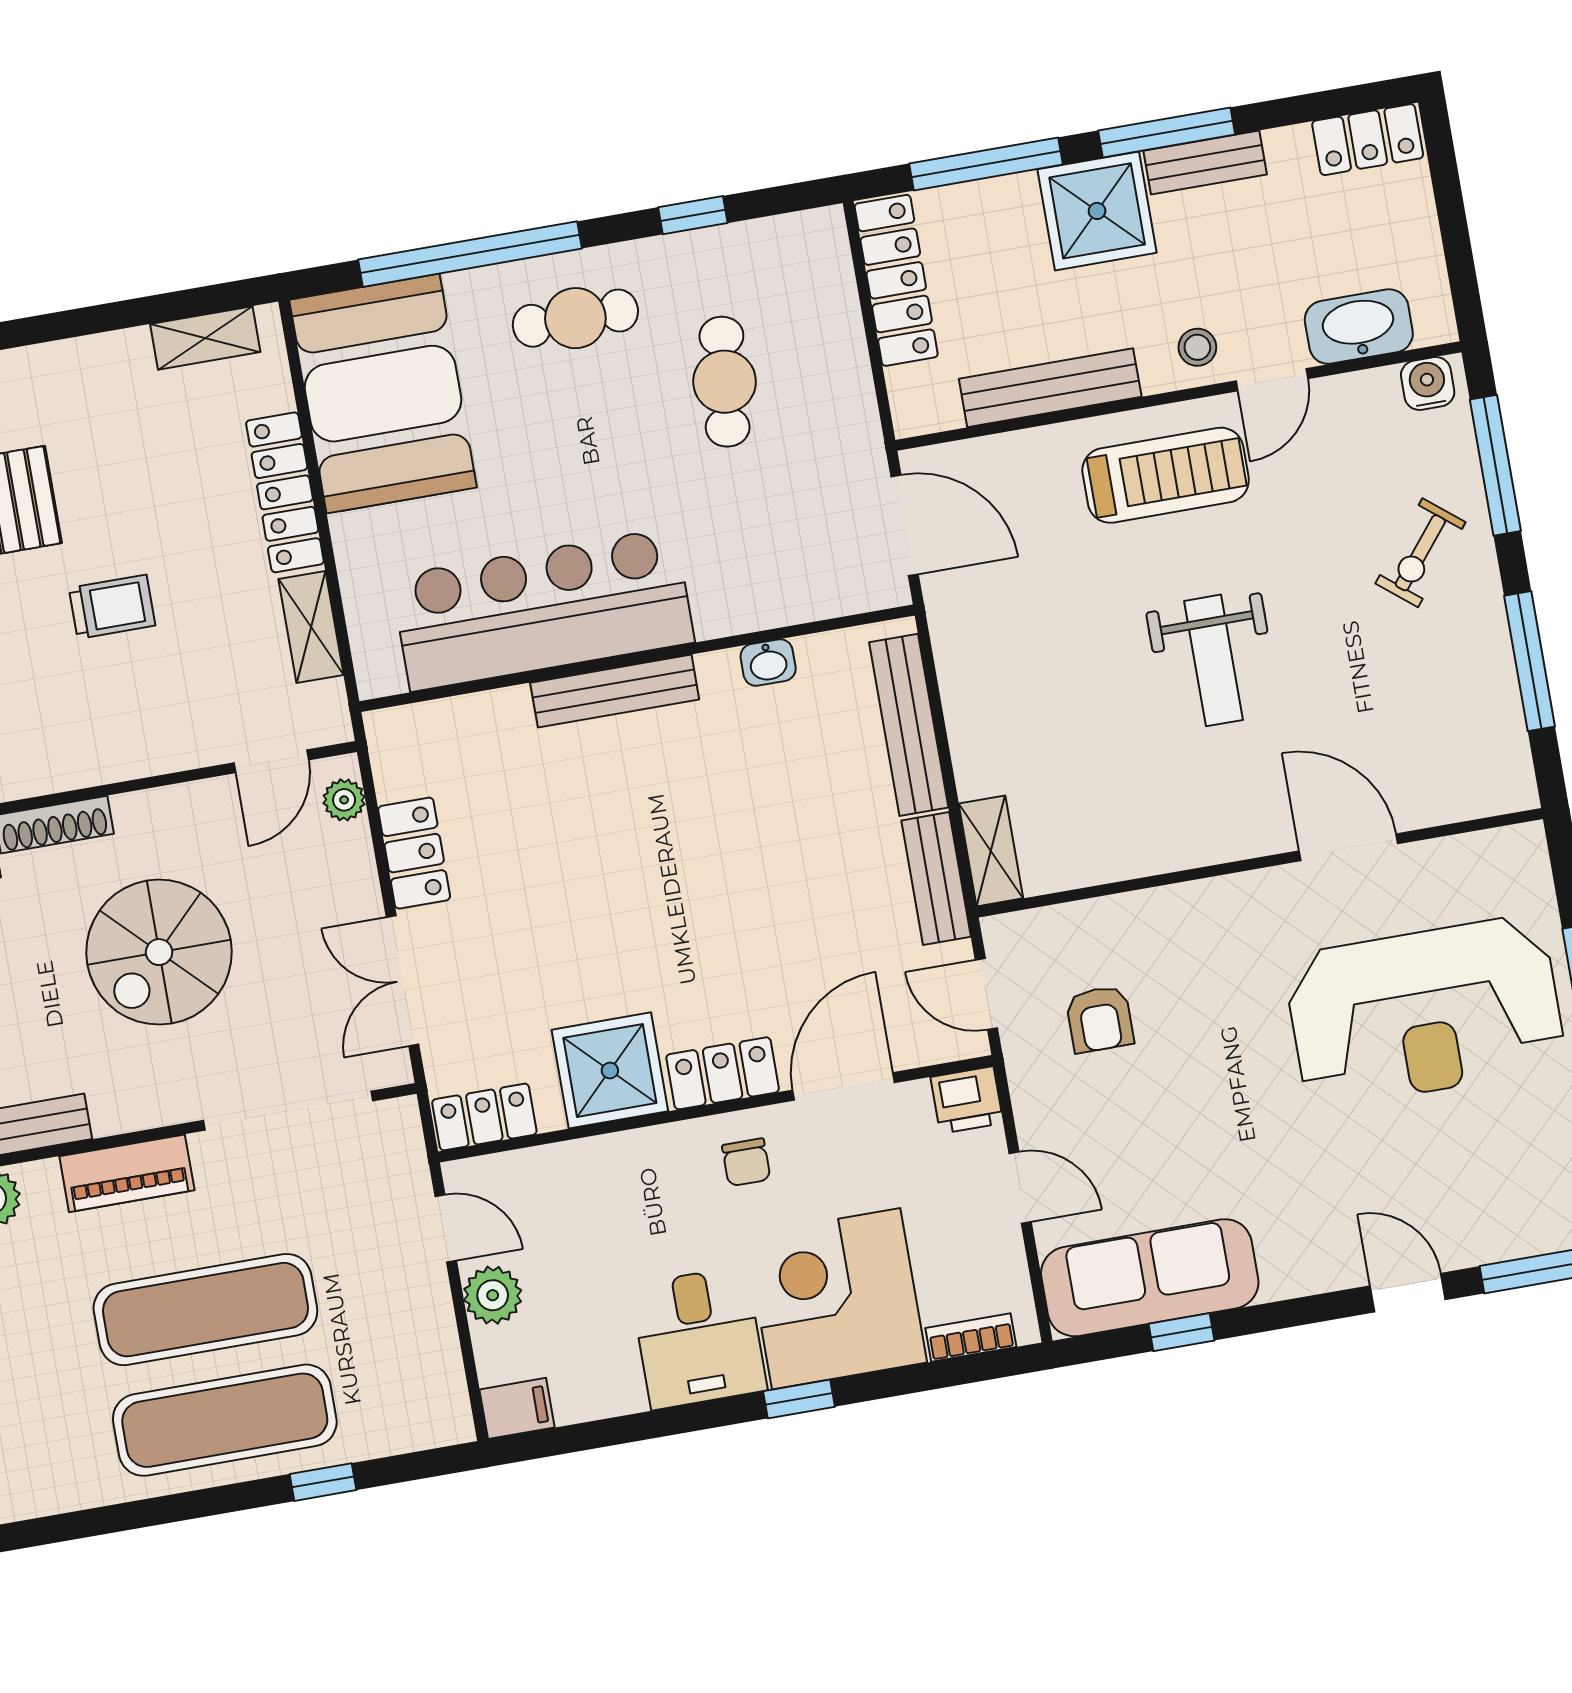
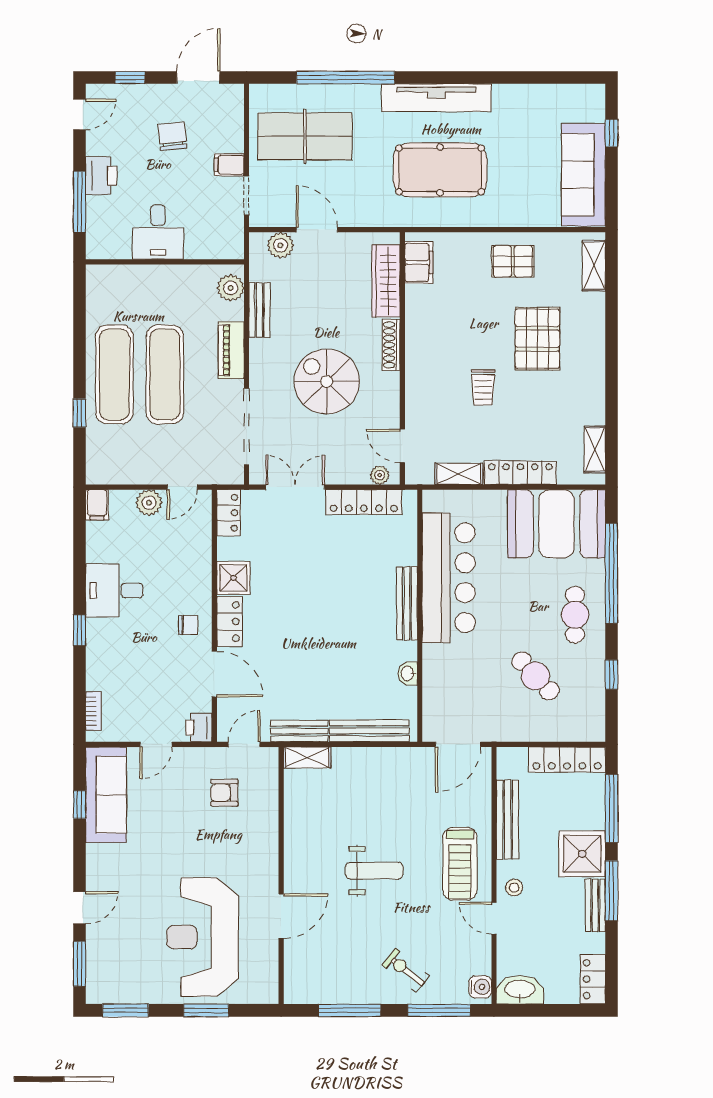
washbasin: (1359, 327) -> (520, 990), moved, turned -90
cafe table: (725, 382) -> (535, 676), turned 41
weight bench: (1214, 660) -> (374, 871), turned 180
locker: (414, 853) -> (364, 502), width x1.53
shower: (610, 1070) -> (233, 578), width x0.73, depth x0.73
chair: (746, 1162) -> (188, 625), turned 180
corner desk: (836, 1299) -> (121, 654), removed

